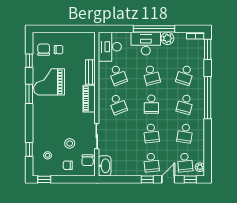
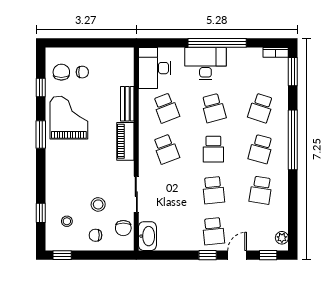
plant: (167, 38) -> (236, 56), removed
grand piano: (49, 82) -> (69, 118), turned 90
school desk: (185, 162) -> (261, 231), removed

